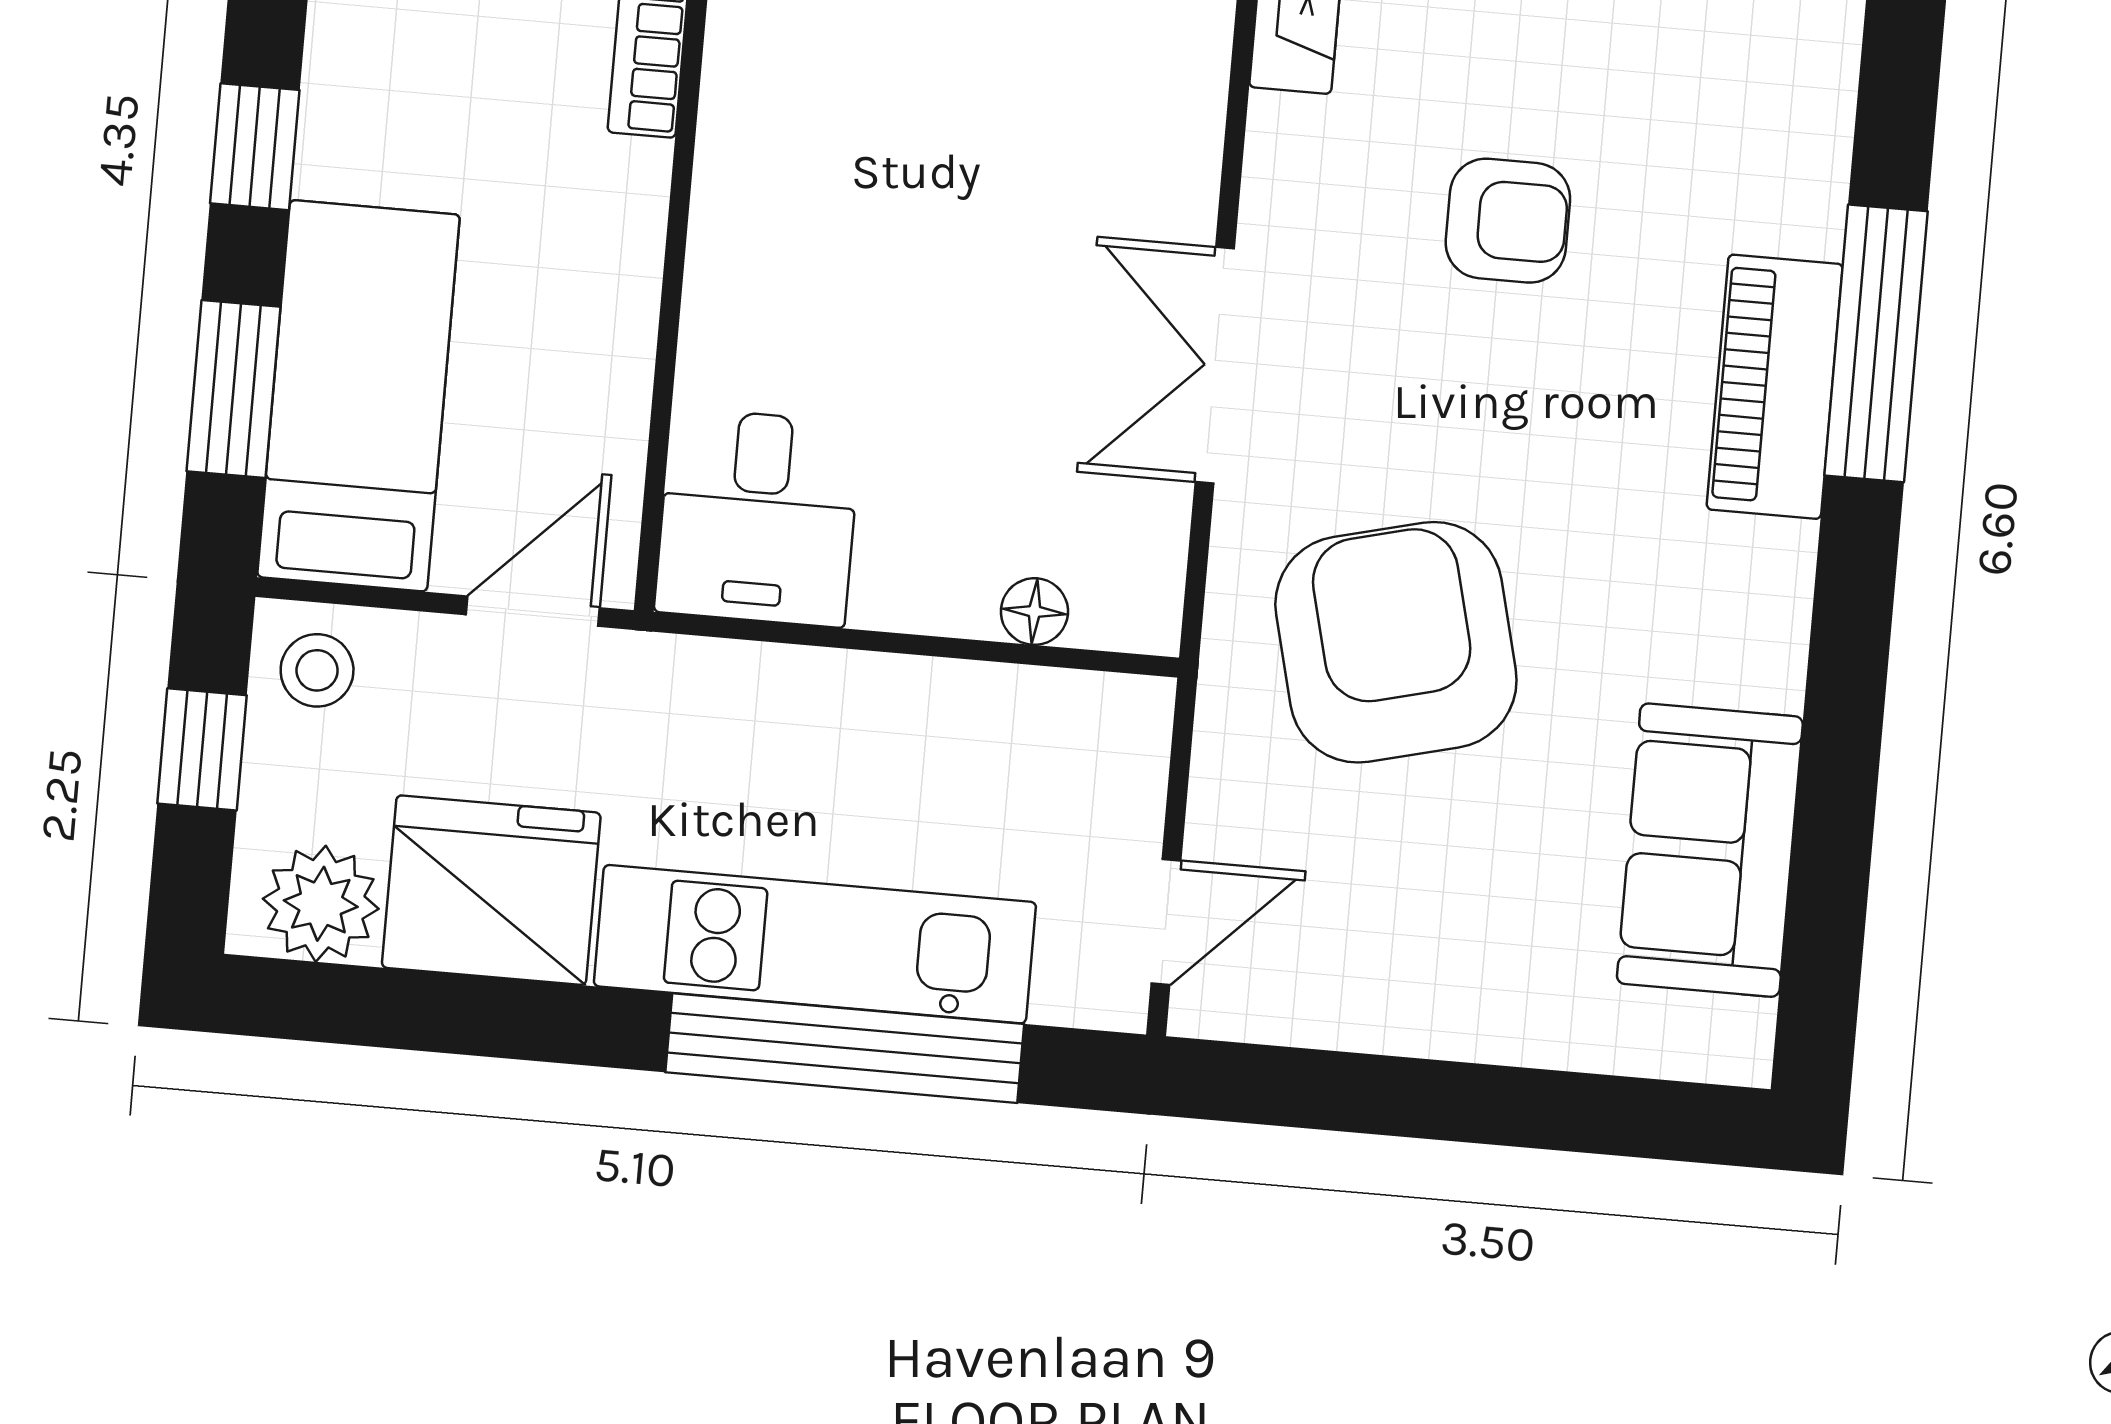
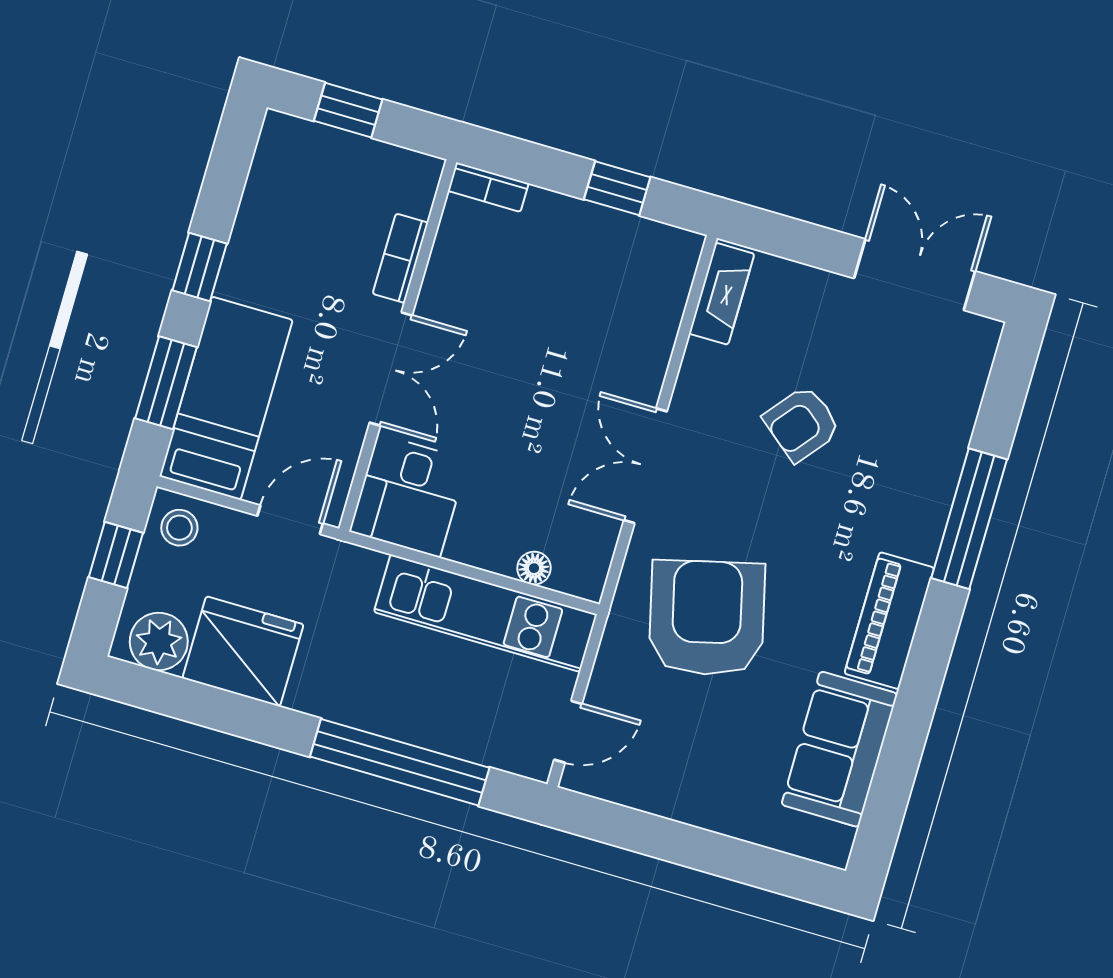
armchair: (1508, 221) -> (802, 424), turned 129
double door: (673, 274) -> (391, 369), added
piano: (1775, 387) -> (889, 621), moved
kitchen unit: (815, 944) -> (485, 613), moved, turned 180

